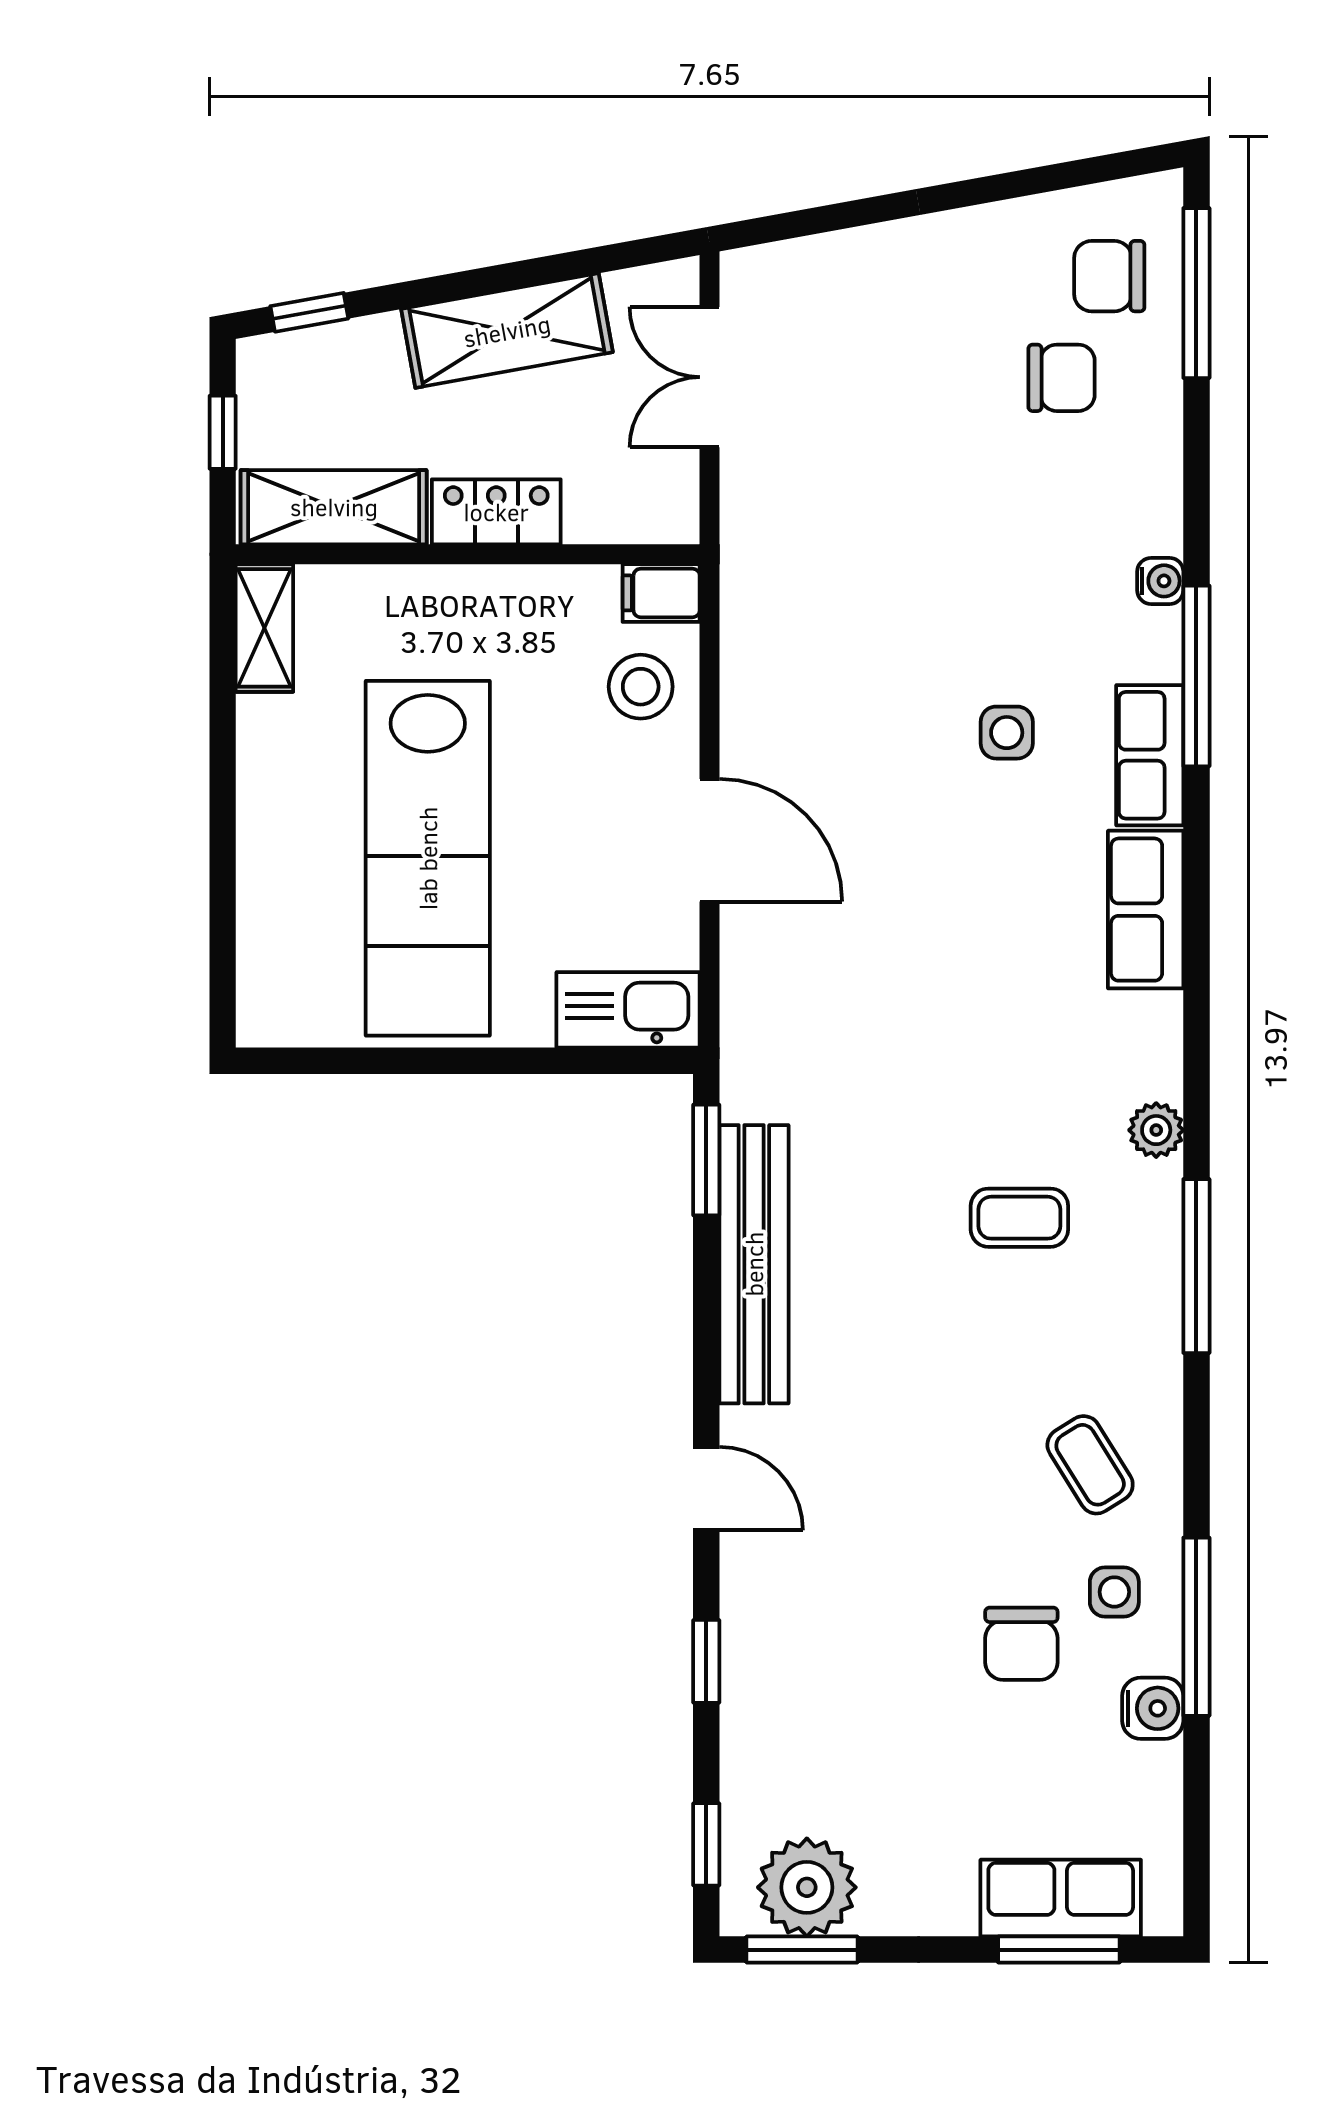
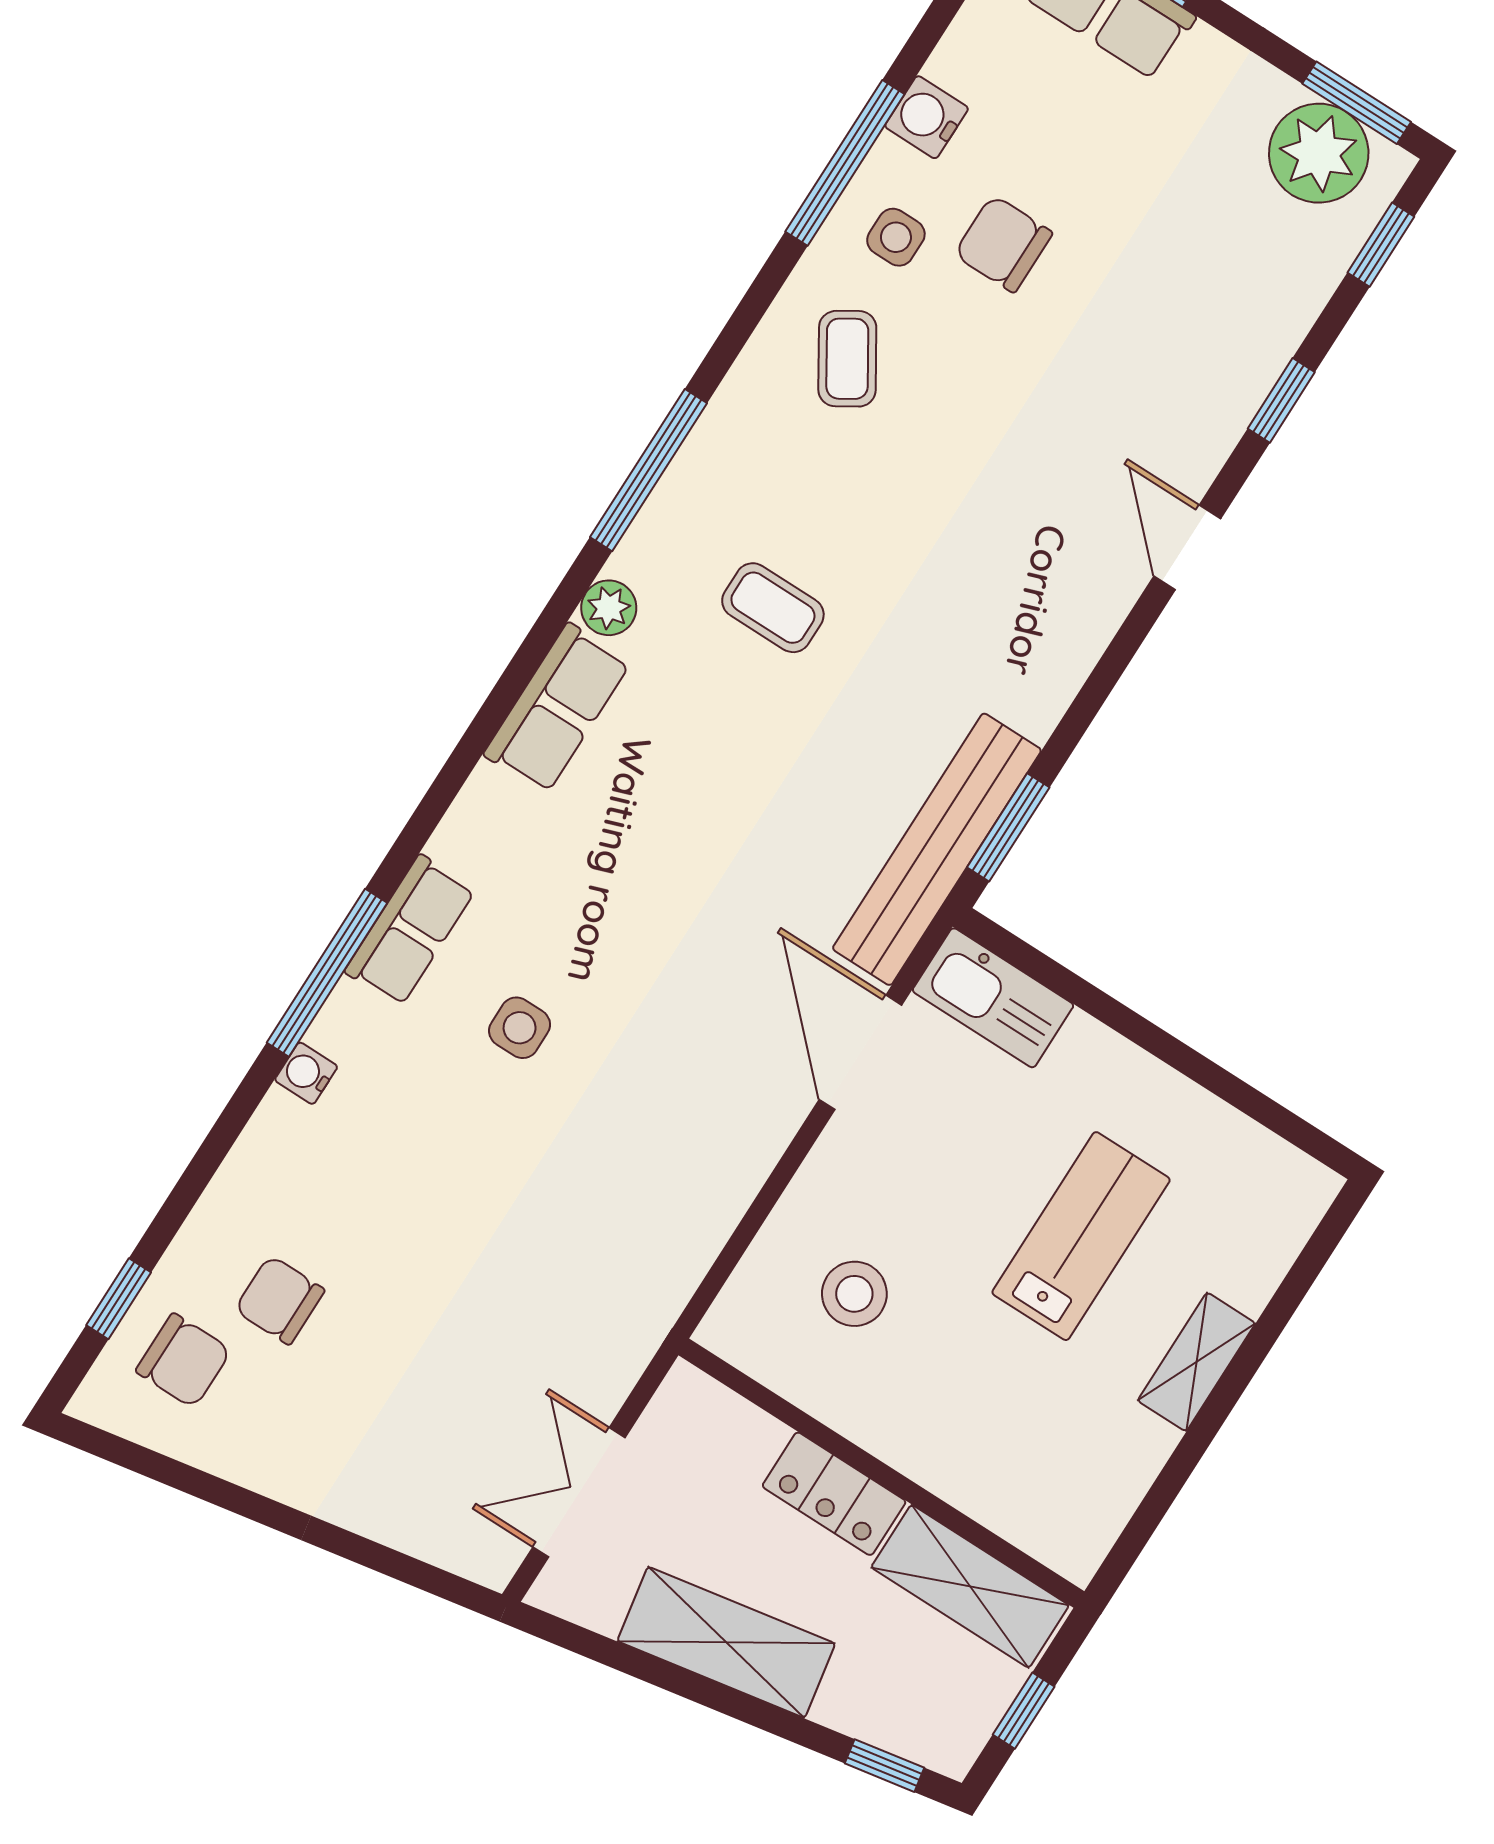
window: (1196, 293) -> (119, 1299), width x0.46
double door: (710, 377) -> (579, 1492), swing flipped
filing cabinet: (661, 593) -> (738, 1335), removed
shelving: (264, 628) -> (1197, 1362), moved
stool: (641, 687) -> (854, 1294), moved
door: (710, 840) -> (860, 1052), moved
lab bench: (428, 858) -> (1081, 1236), width x0.54, depth x0.72
row of seats: (1146, 910) -> (557, 708), moved
bench: (754, 1264) -> (937, 849), moved
chair: (1021, 1644) -> (1003, 244), turned -90

